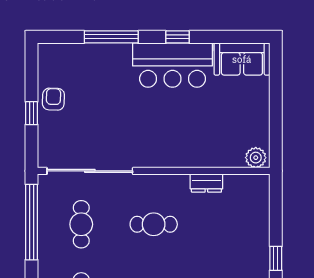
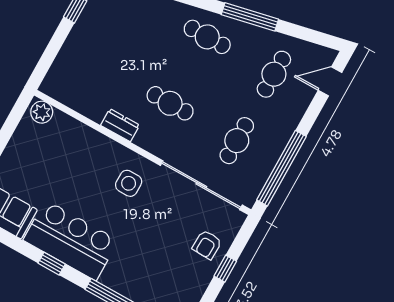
armchair: (53, 99) -> (207, 245), moved
side table: (151, 139) -> (129, 183), added
dresser: (206, 183) -> (120, 125), moved

